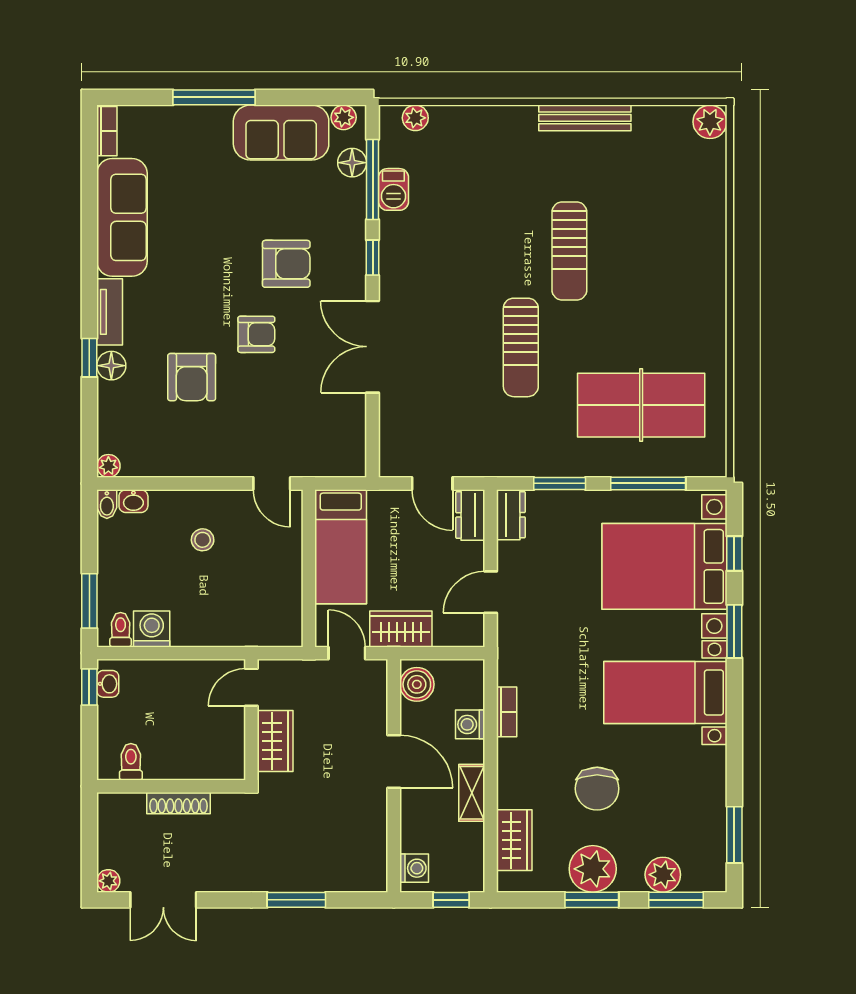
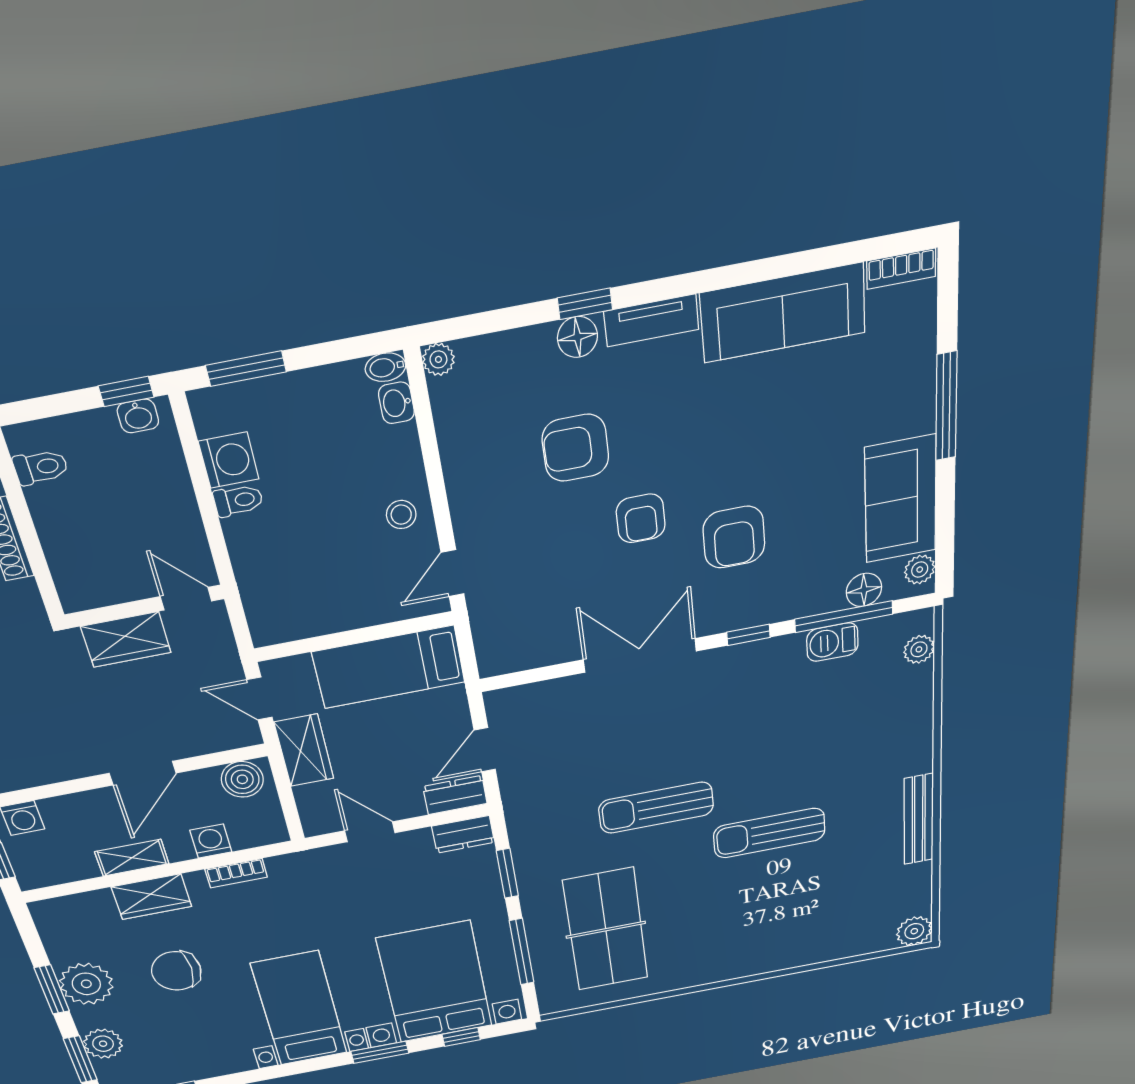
stool: (203, 540) -> (401, 515), moved
toilet: (121, 630) -> (238, 500), moved
door: (347, 653) -> (260, 699), swing flipped
wardrobe: (514, 840) -> (152, 897), moved

